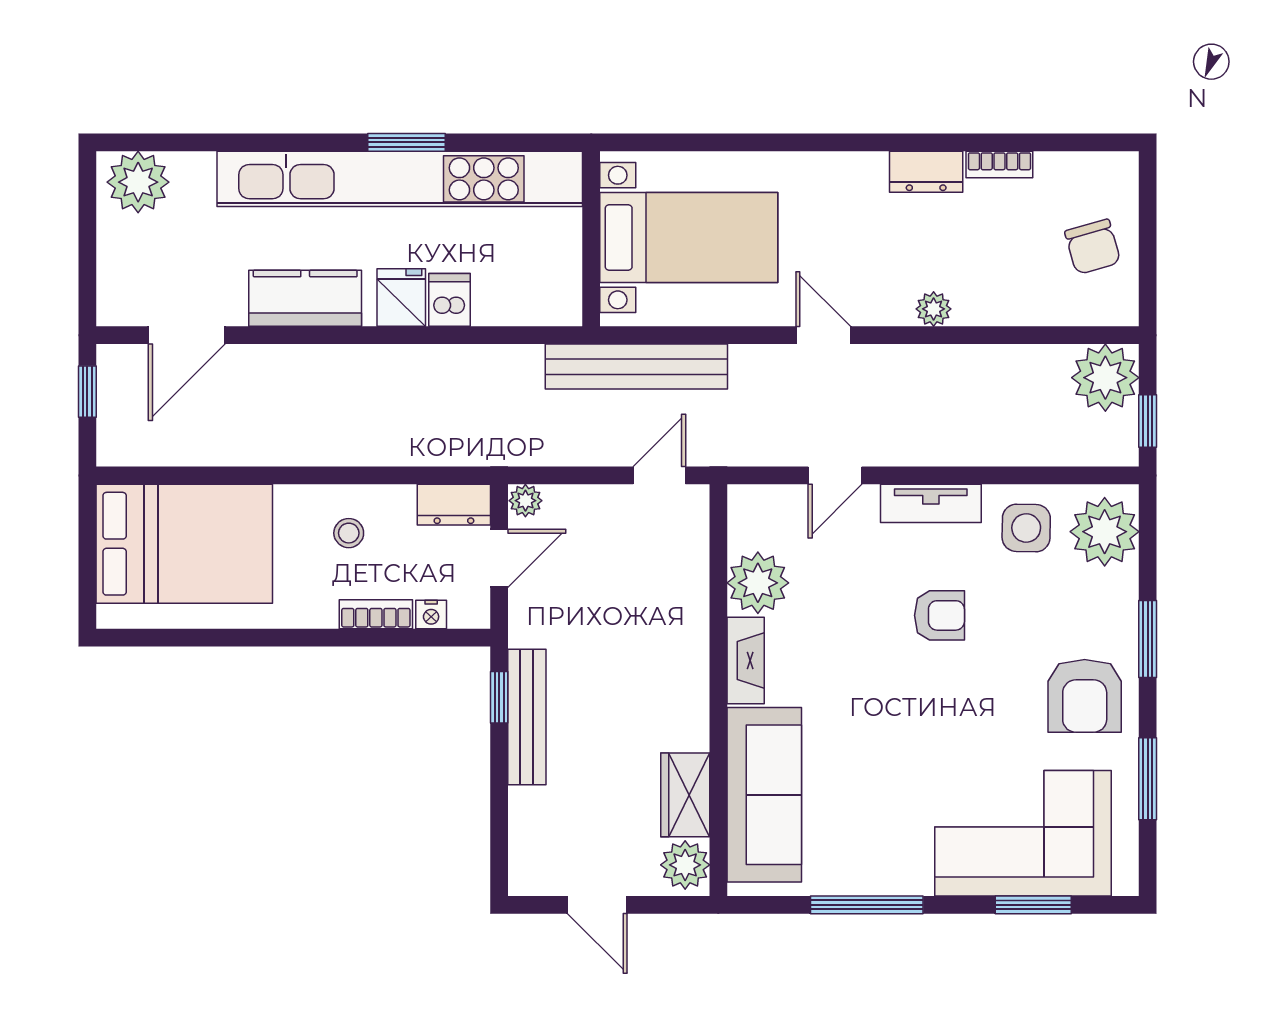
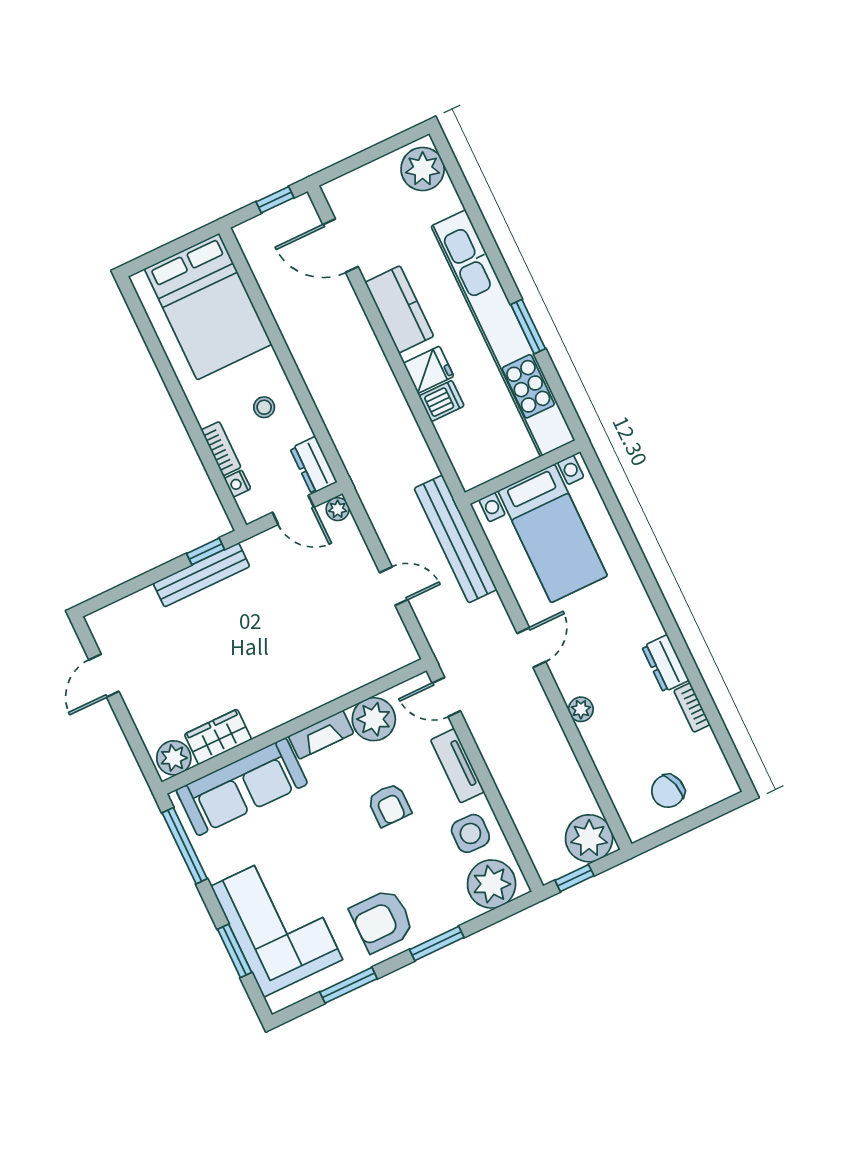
plant: (758, 583) -> (374, 719), moved
fireplace: (746, 660) -> (321, 735), moved
wall: (718, 690) -> (294, 726), moved
wardrobe: (685, 795) -> (218, 737), moved
sofa: (764, 795) -> (242, 787), moved
plant: (685, 865) -> (174, 758), moved

